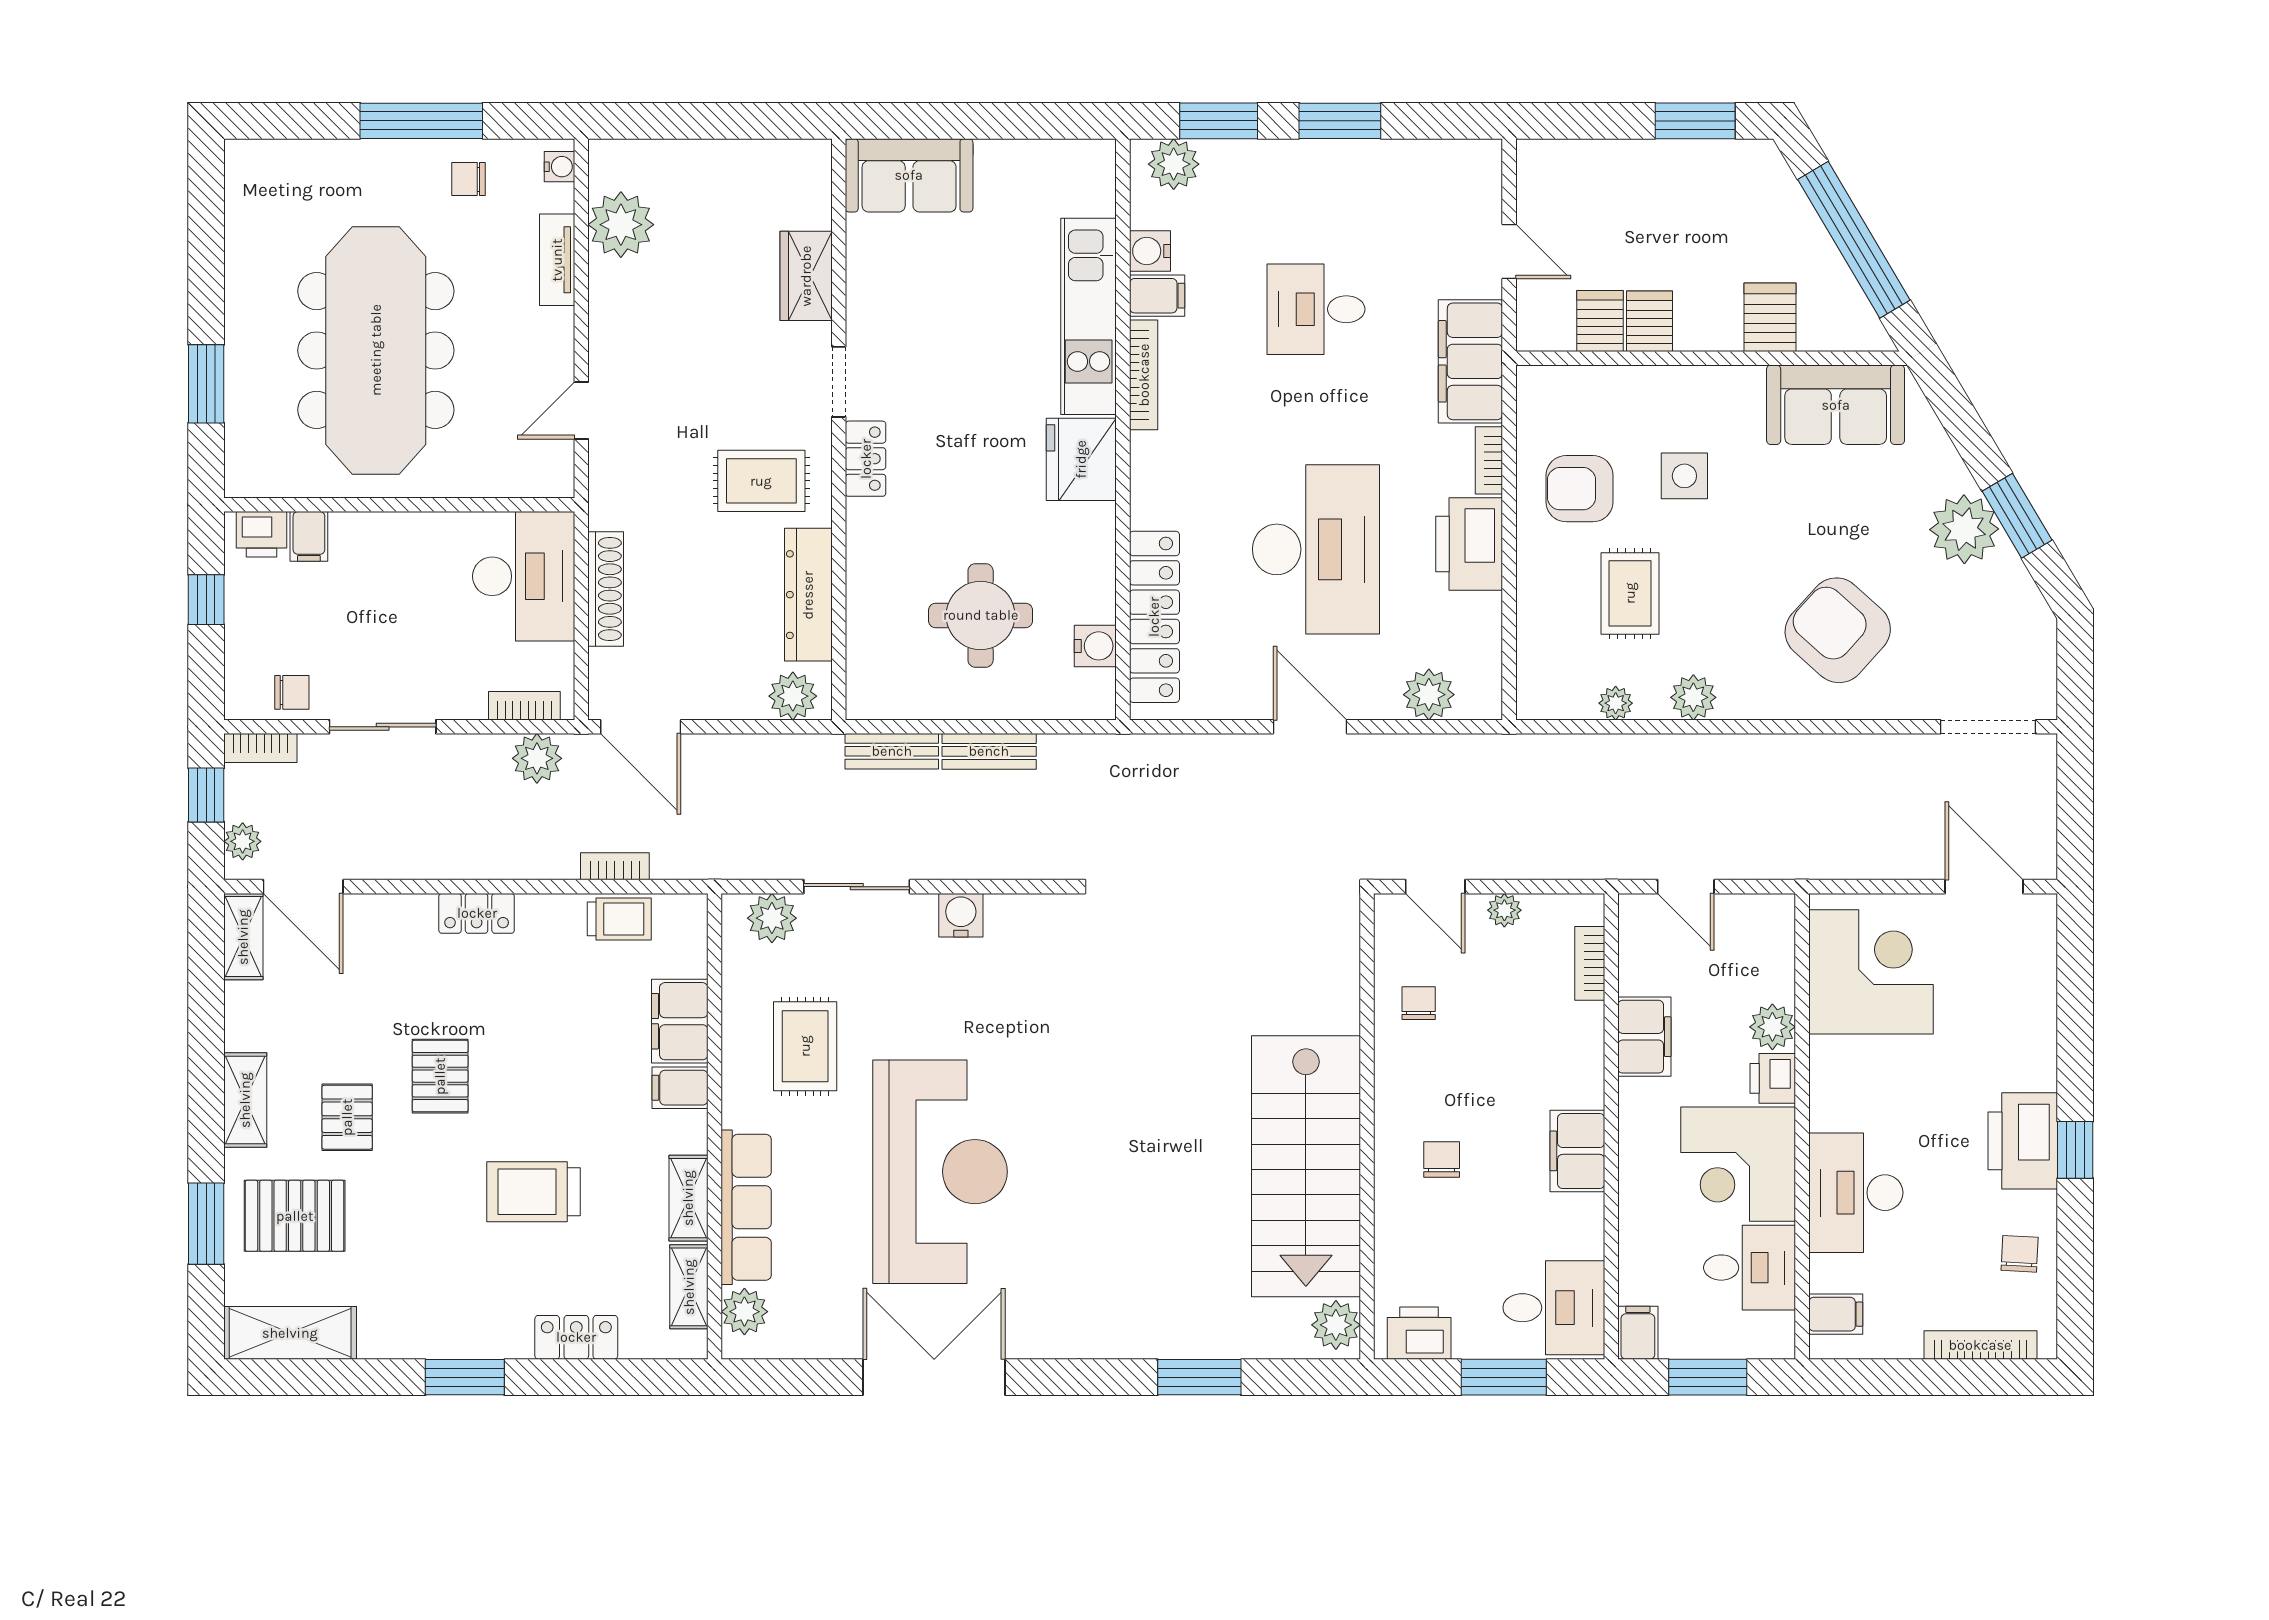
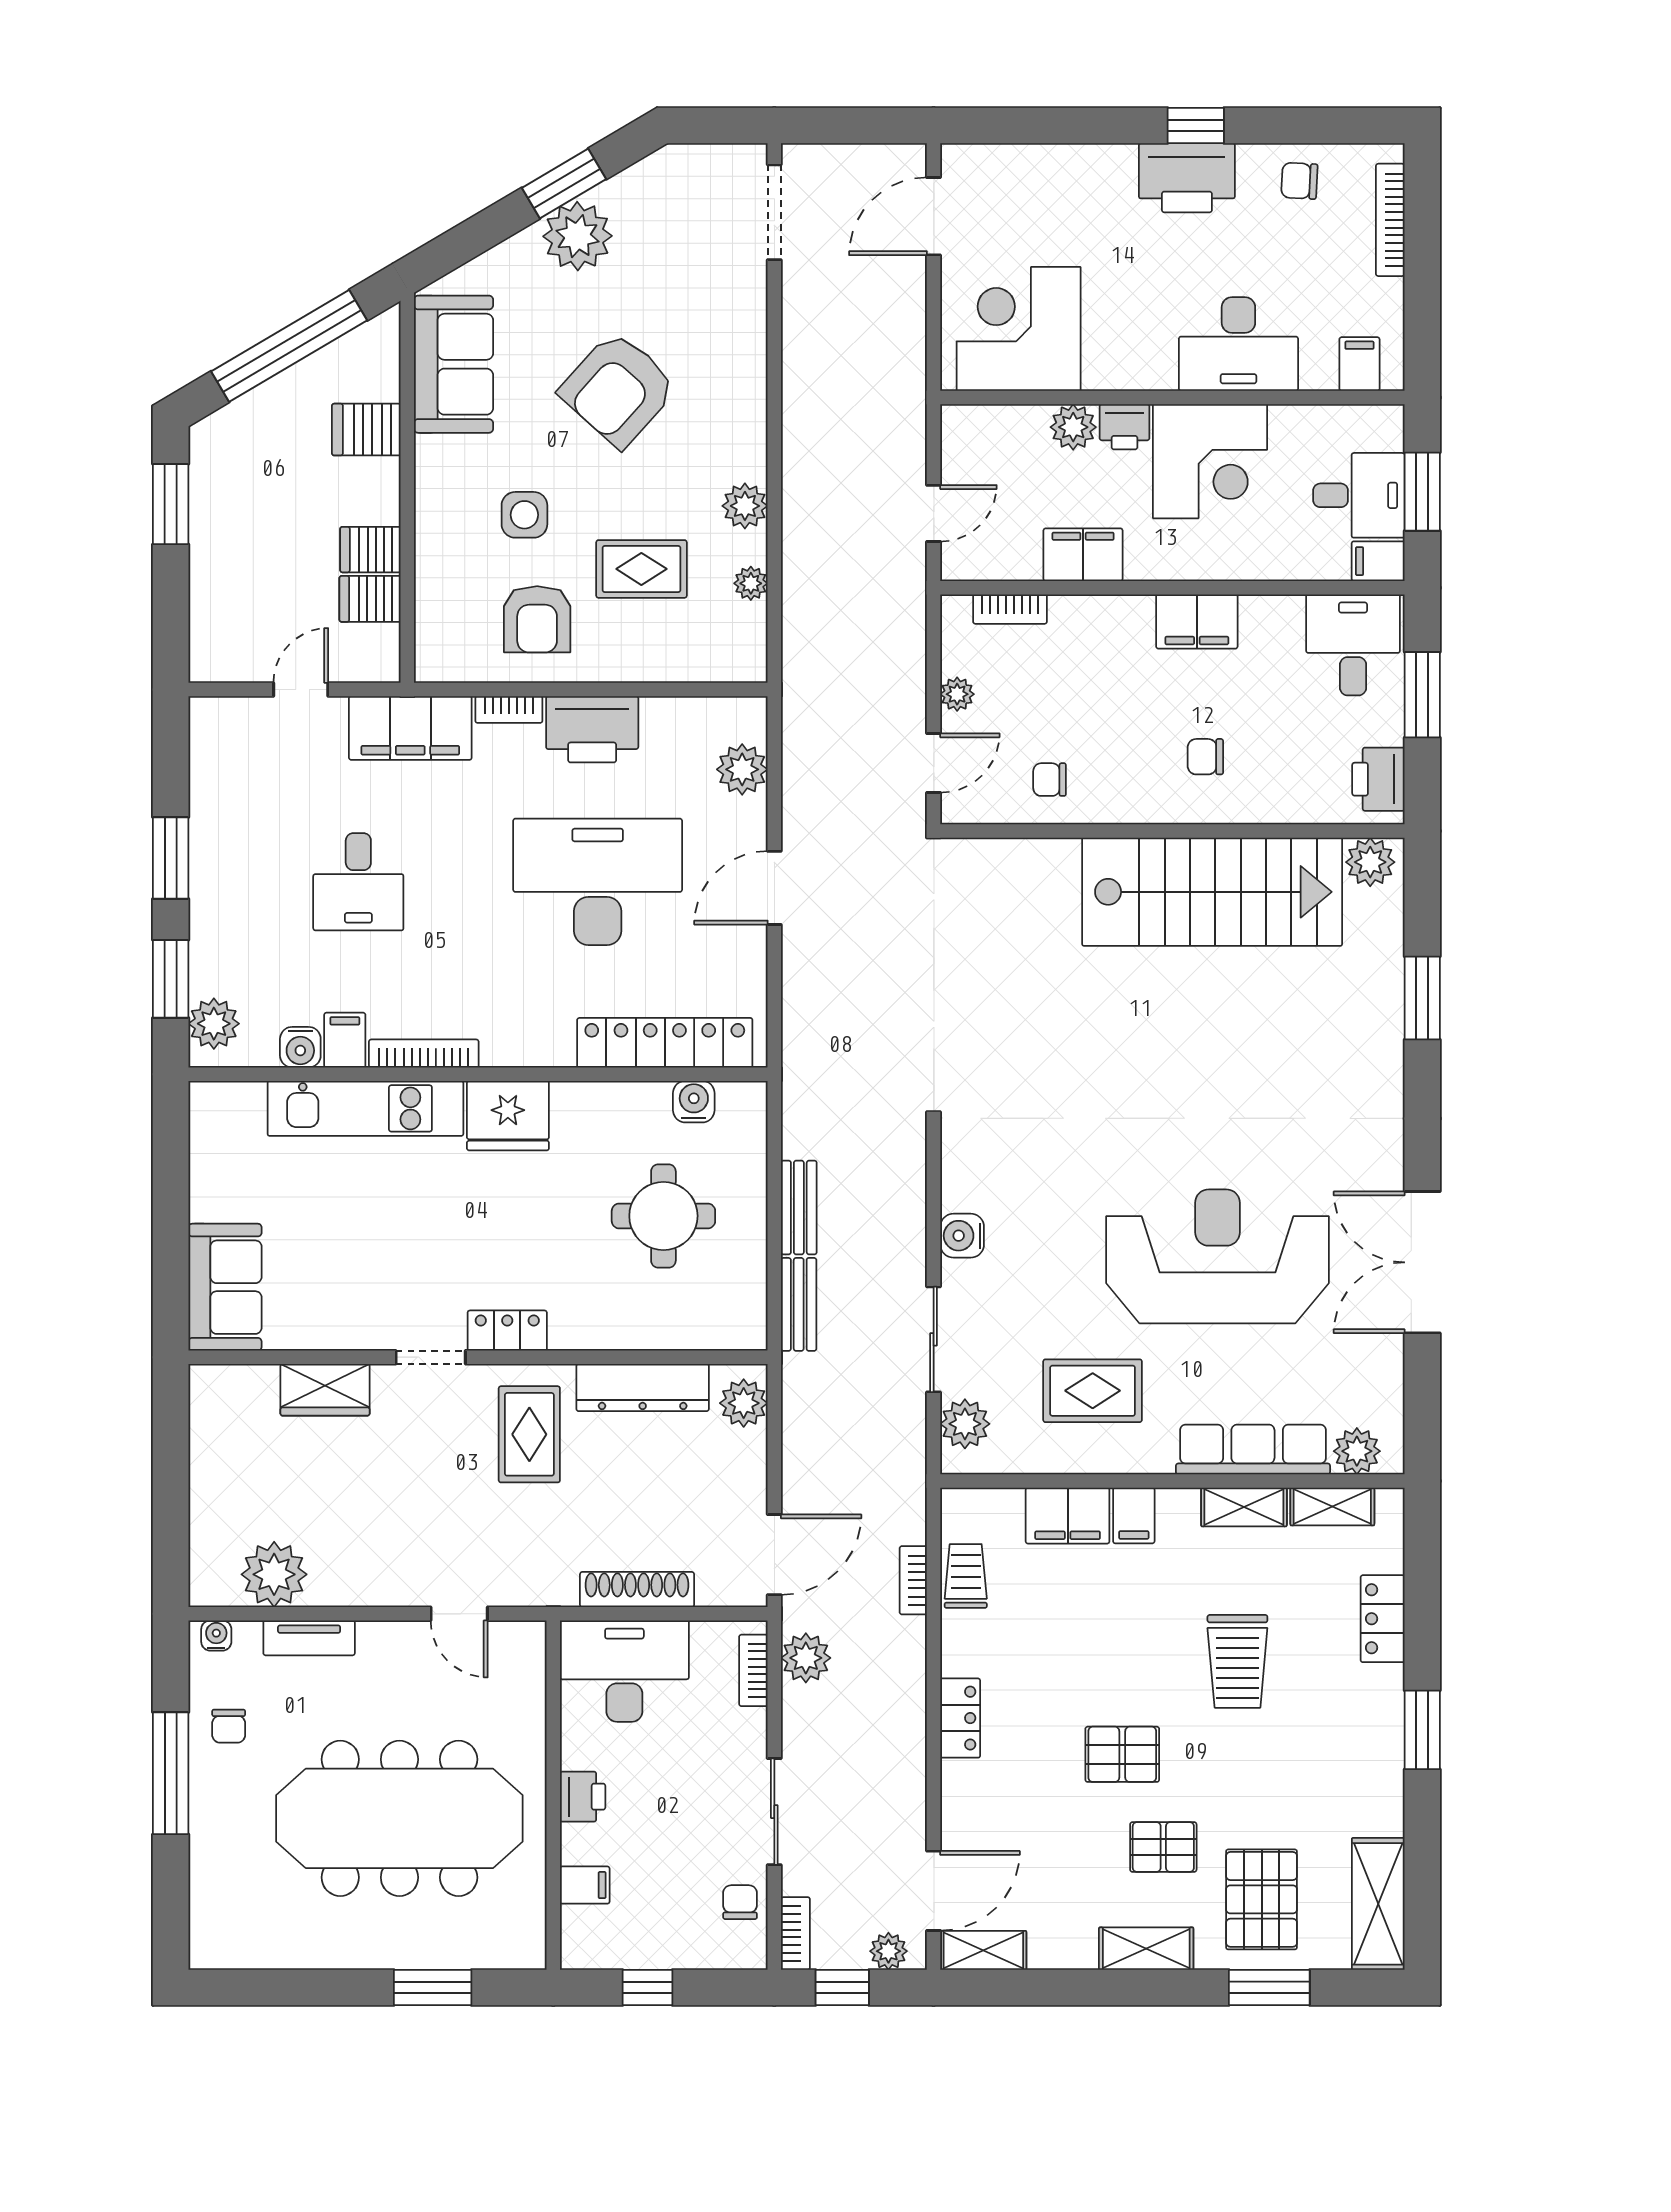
printer: (262, 534) -> (583, 1797), moved
armchair: (1838, 630) -> (618, 389), moved
desk: (1750, 1268) -> (1359, 495), moved, turned 90

